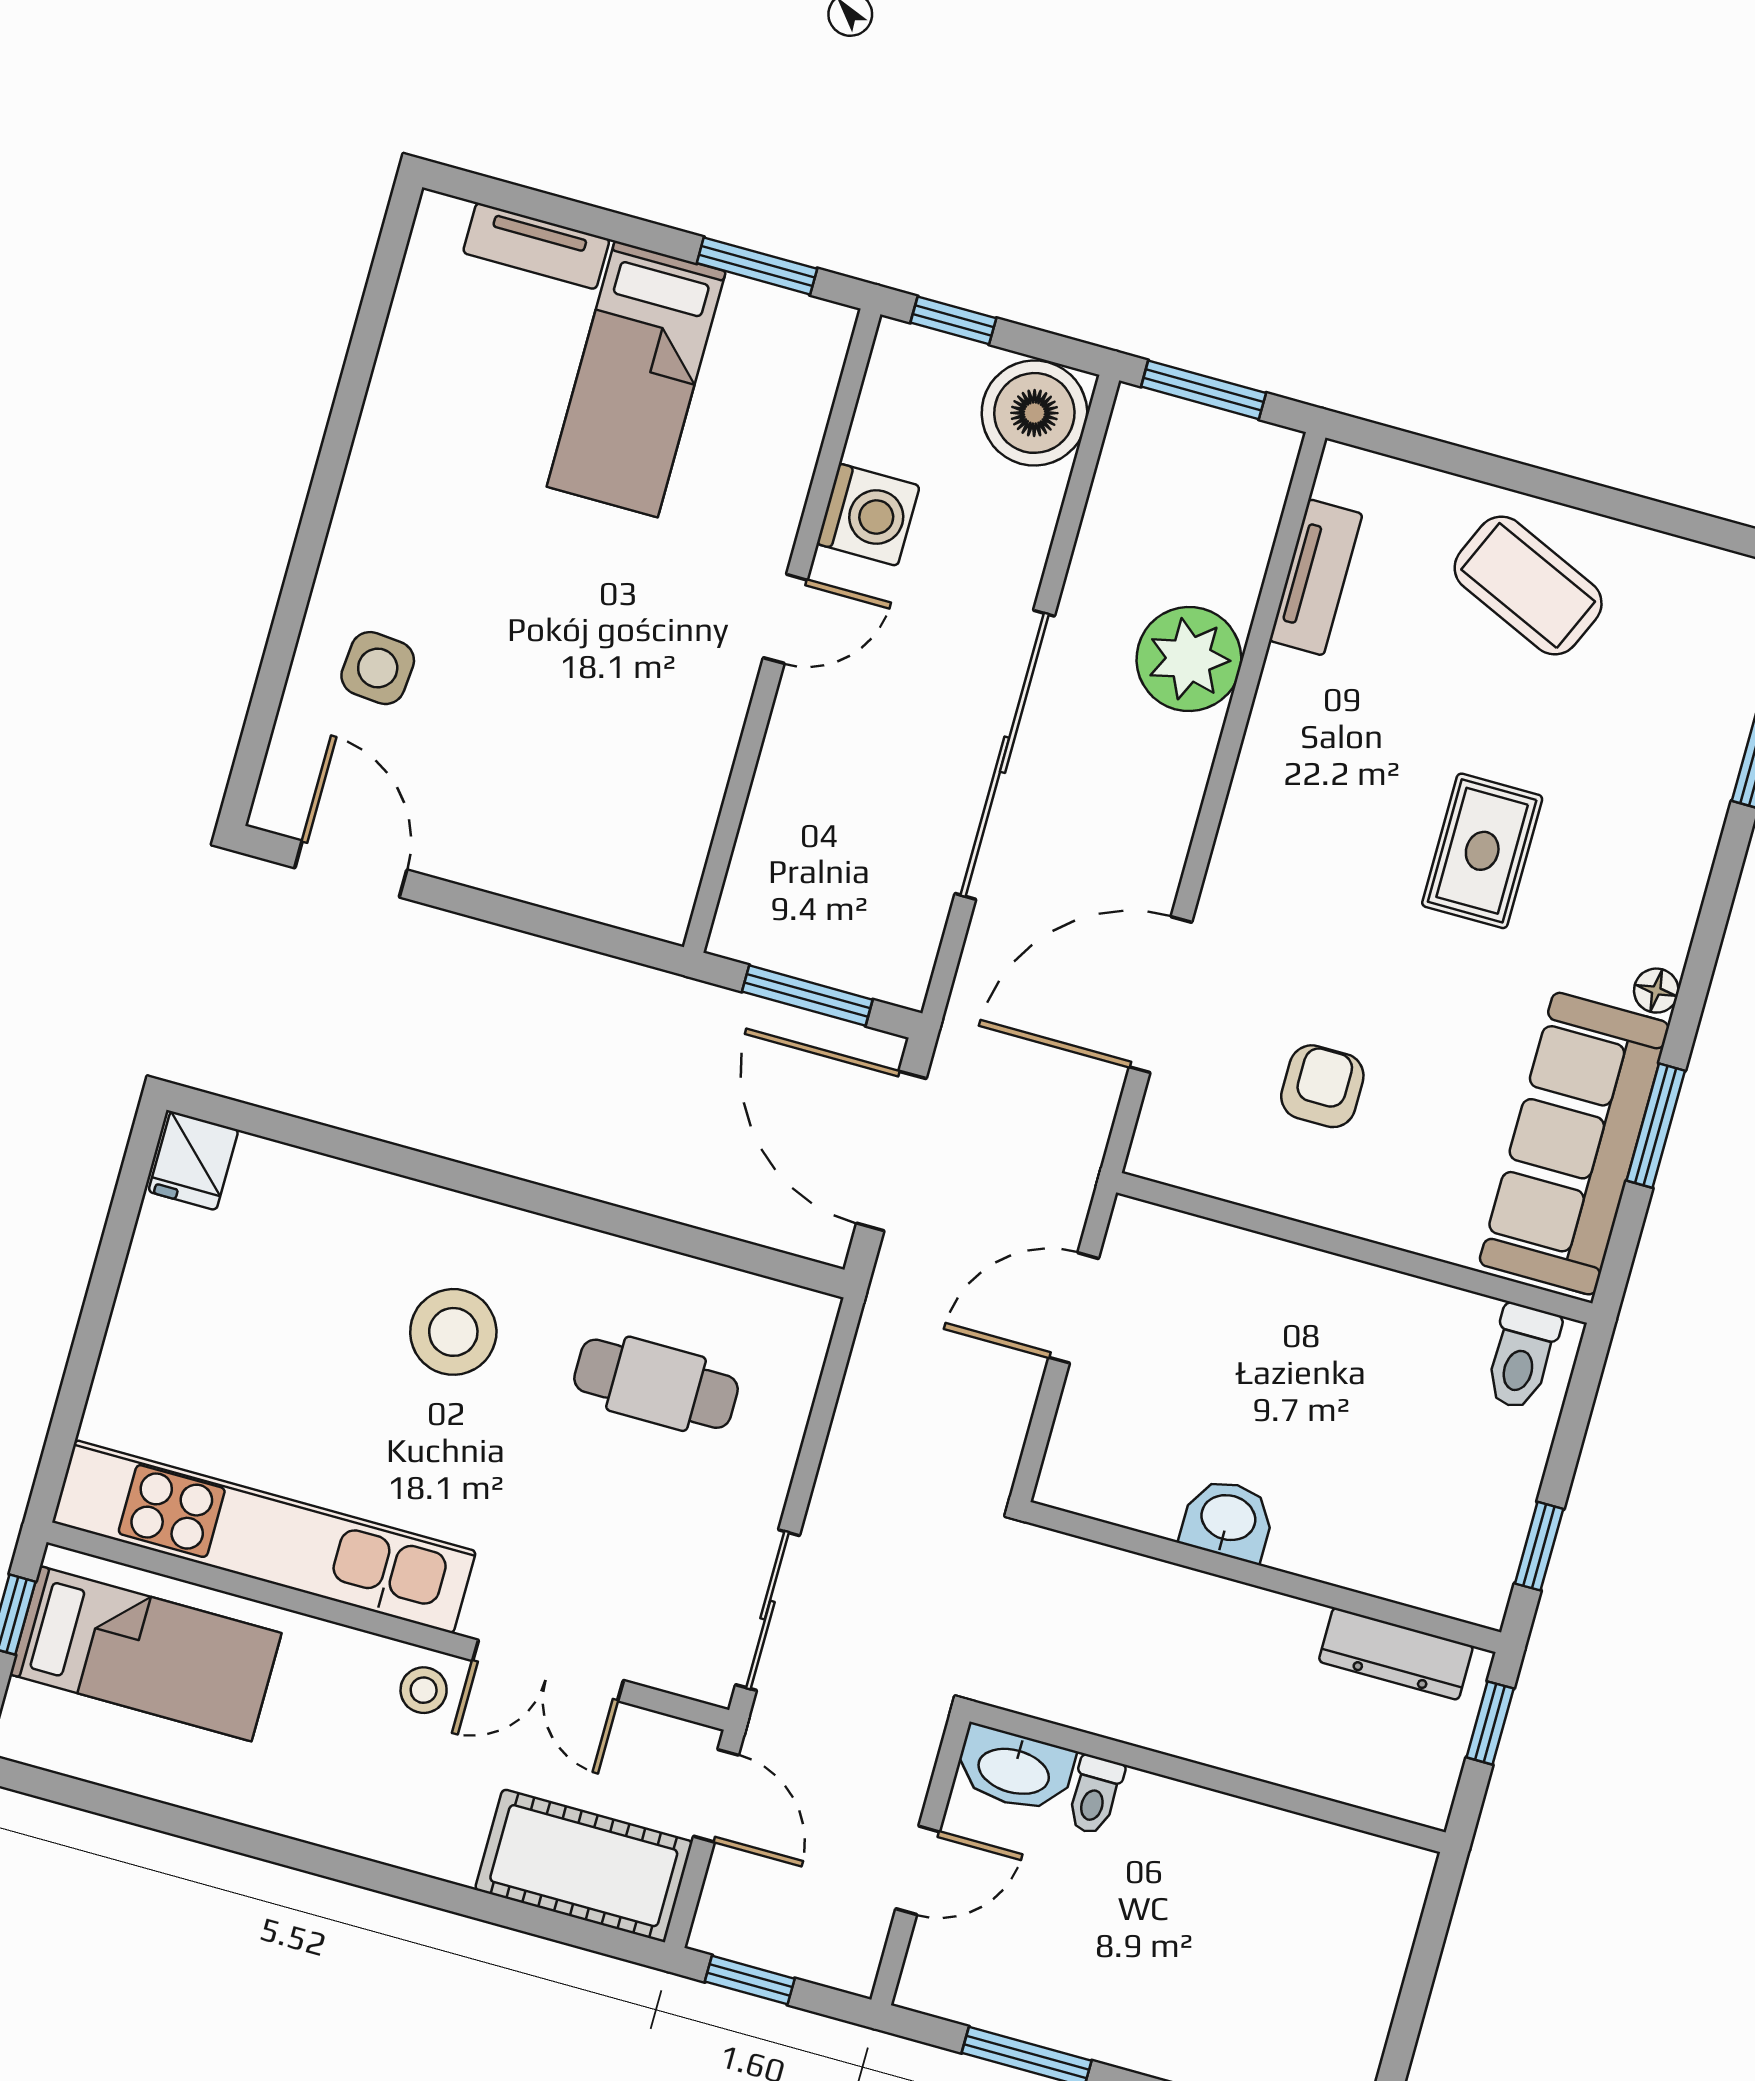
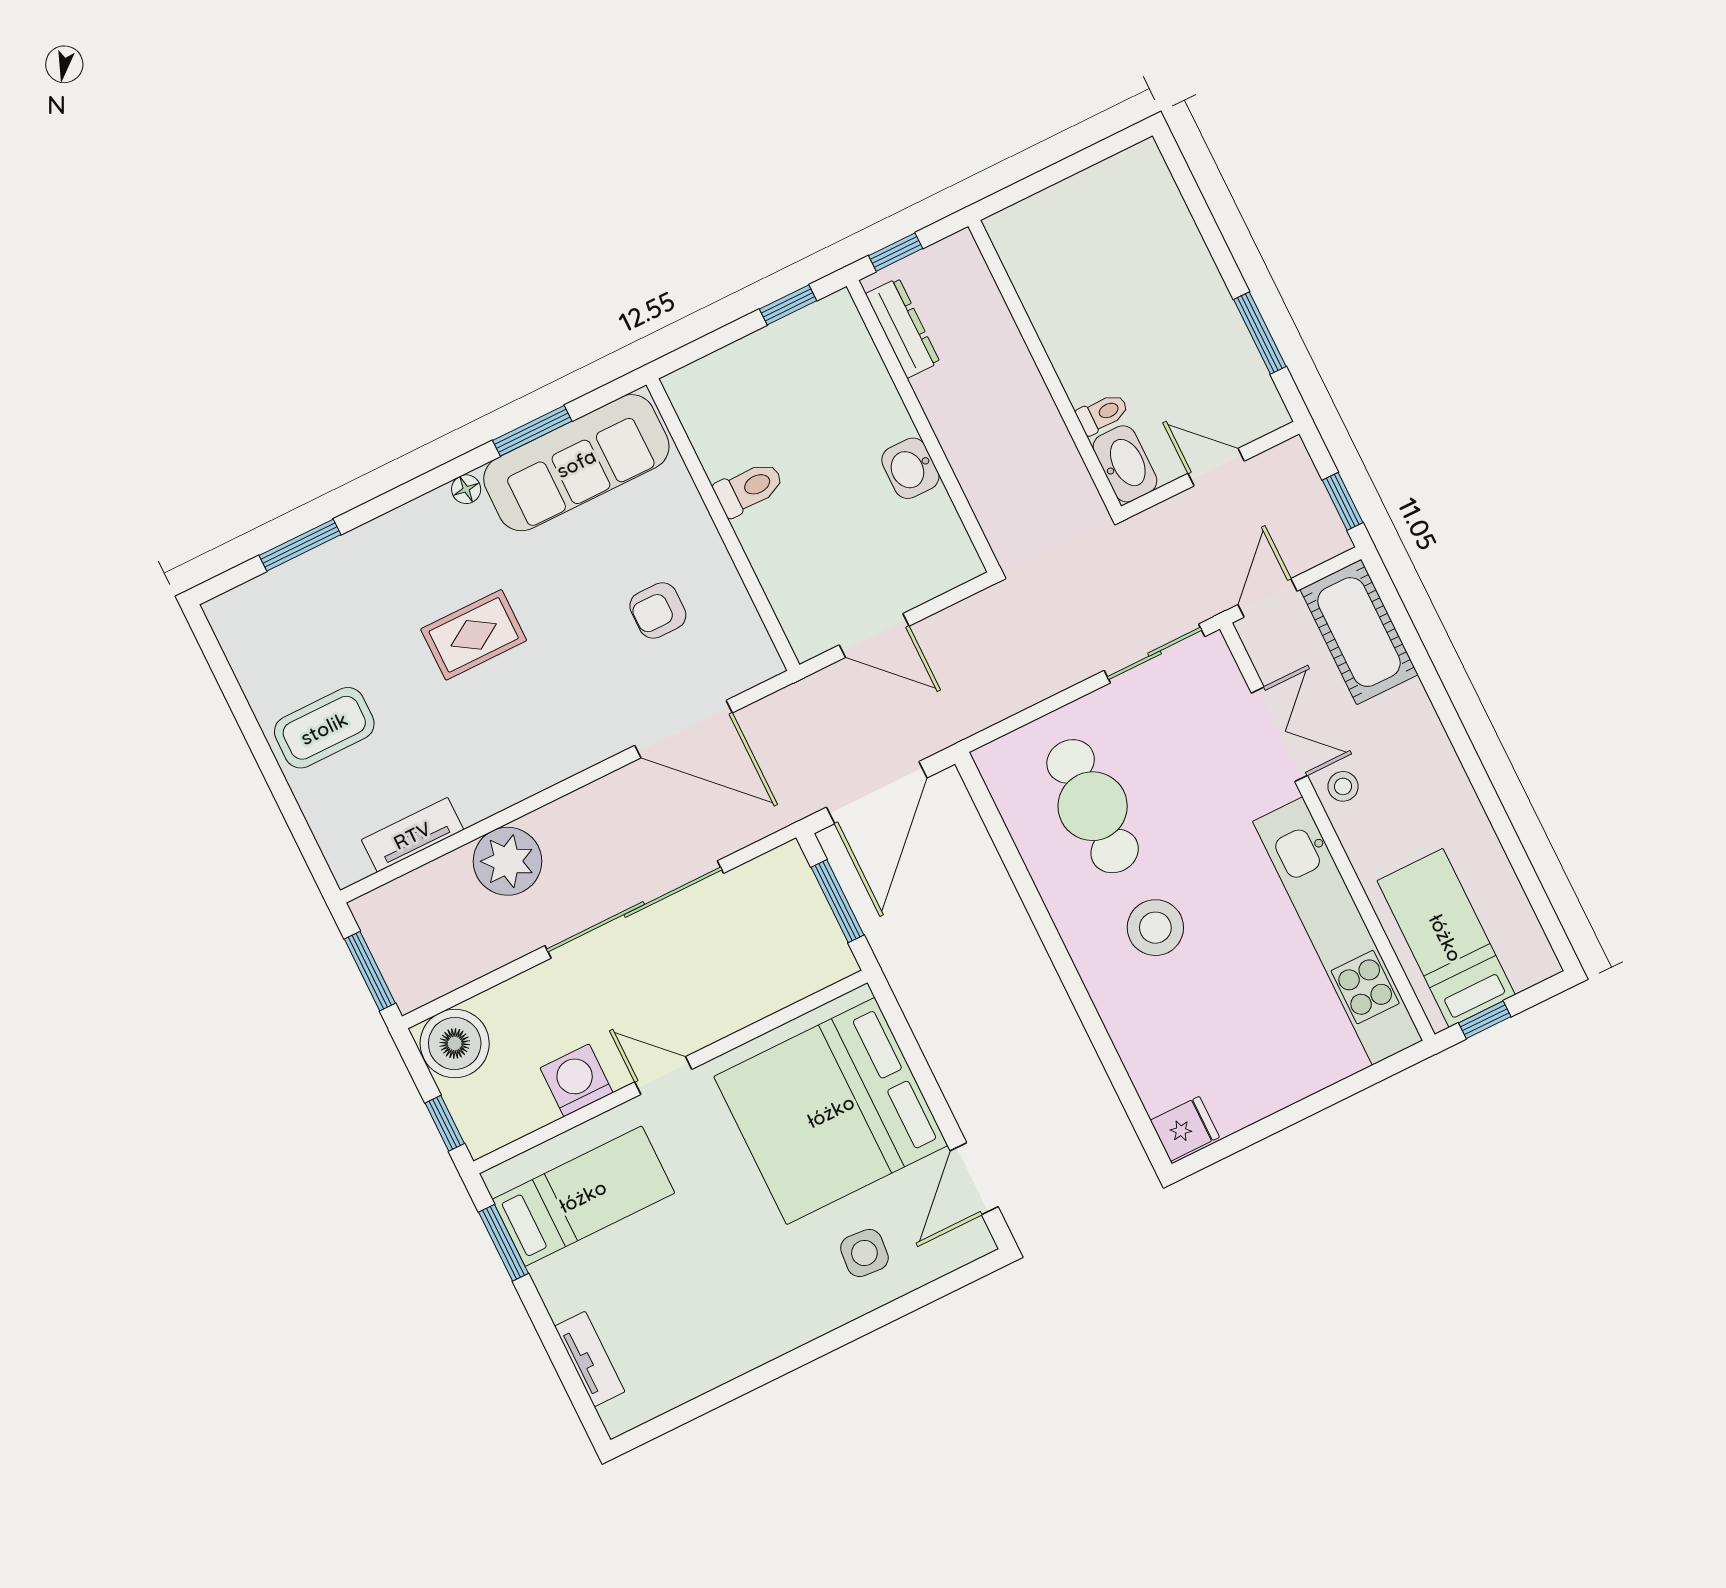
bed: (636, 379) -> (583, 1196), moved
coffee table: (1528, 585) -> (324, 728), turned 66
bed: (574, 774) -> (831, 1111), added
toilet: (1522, 1357) -> (749, 488), moved
cafe table: (656, 1384) -> (1093, 806), width x1.37, depth x1.35

